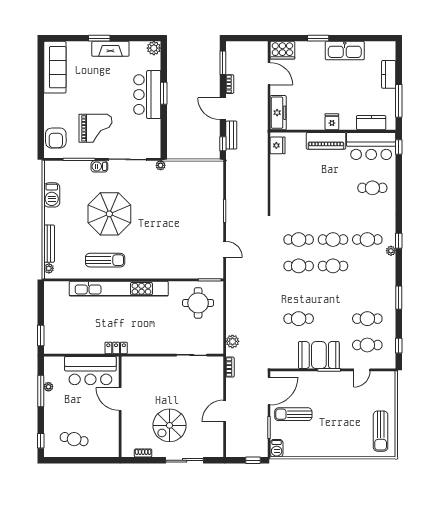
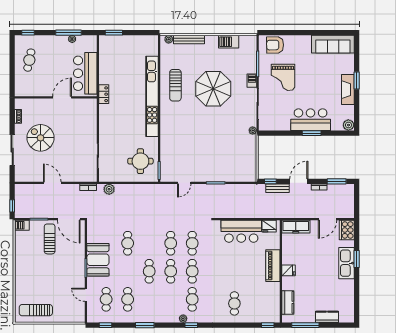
kitchen sink: (345, 51) -> (346, 263), moved
bar counter: (371, 146) -> (241, 231), moved, turned -90
cafe table: (333, 292) -> (149, 271), added

